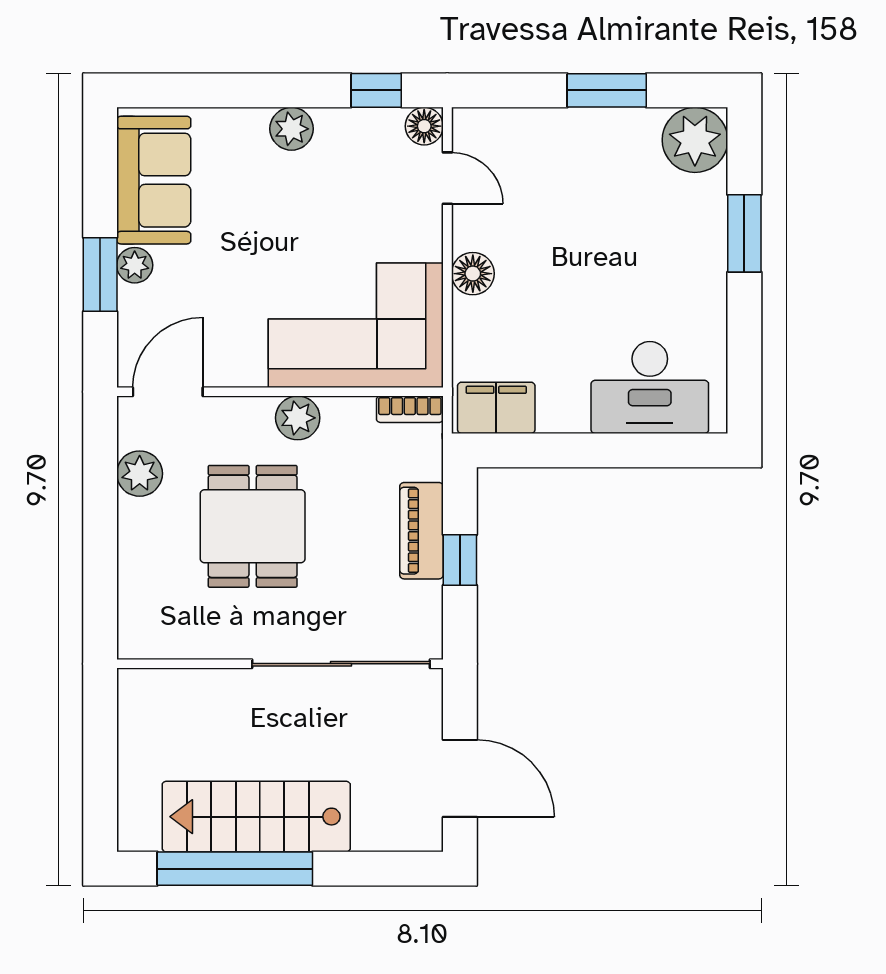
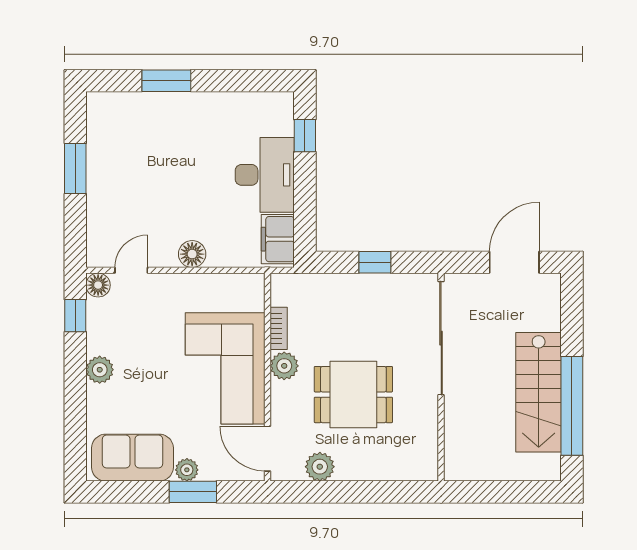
plant: (695, 140) -> (107, 112), removed
corner sofa: (356, 325) -> (225, 368), moved
desk: (650, 387) -> (265, 175), moved
bookcase: (410, 409) -> (279, 328), moved
window: (658, 450) -> (305, 136), added
piano: (422, 531) -> (356, 287), removed

